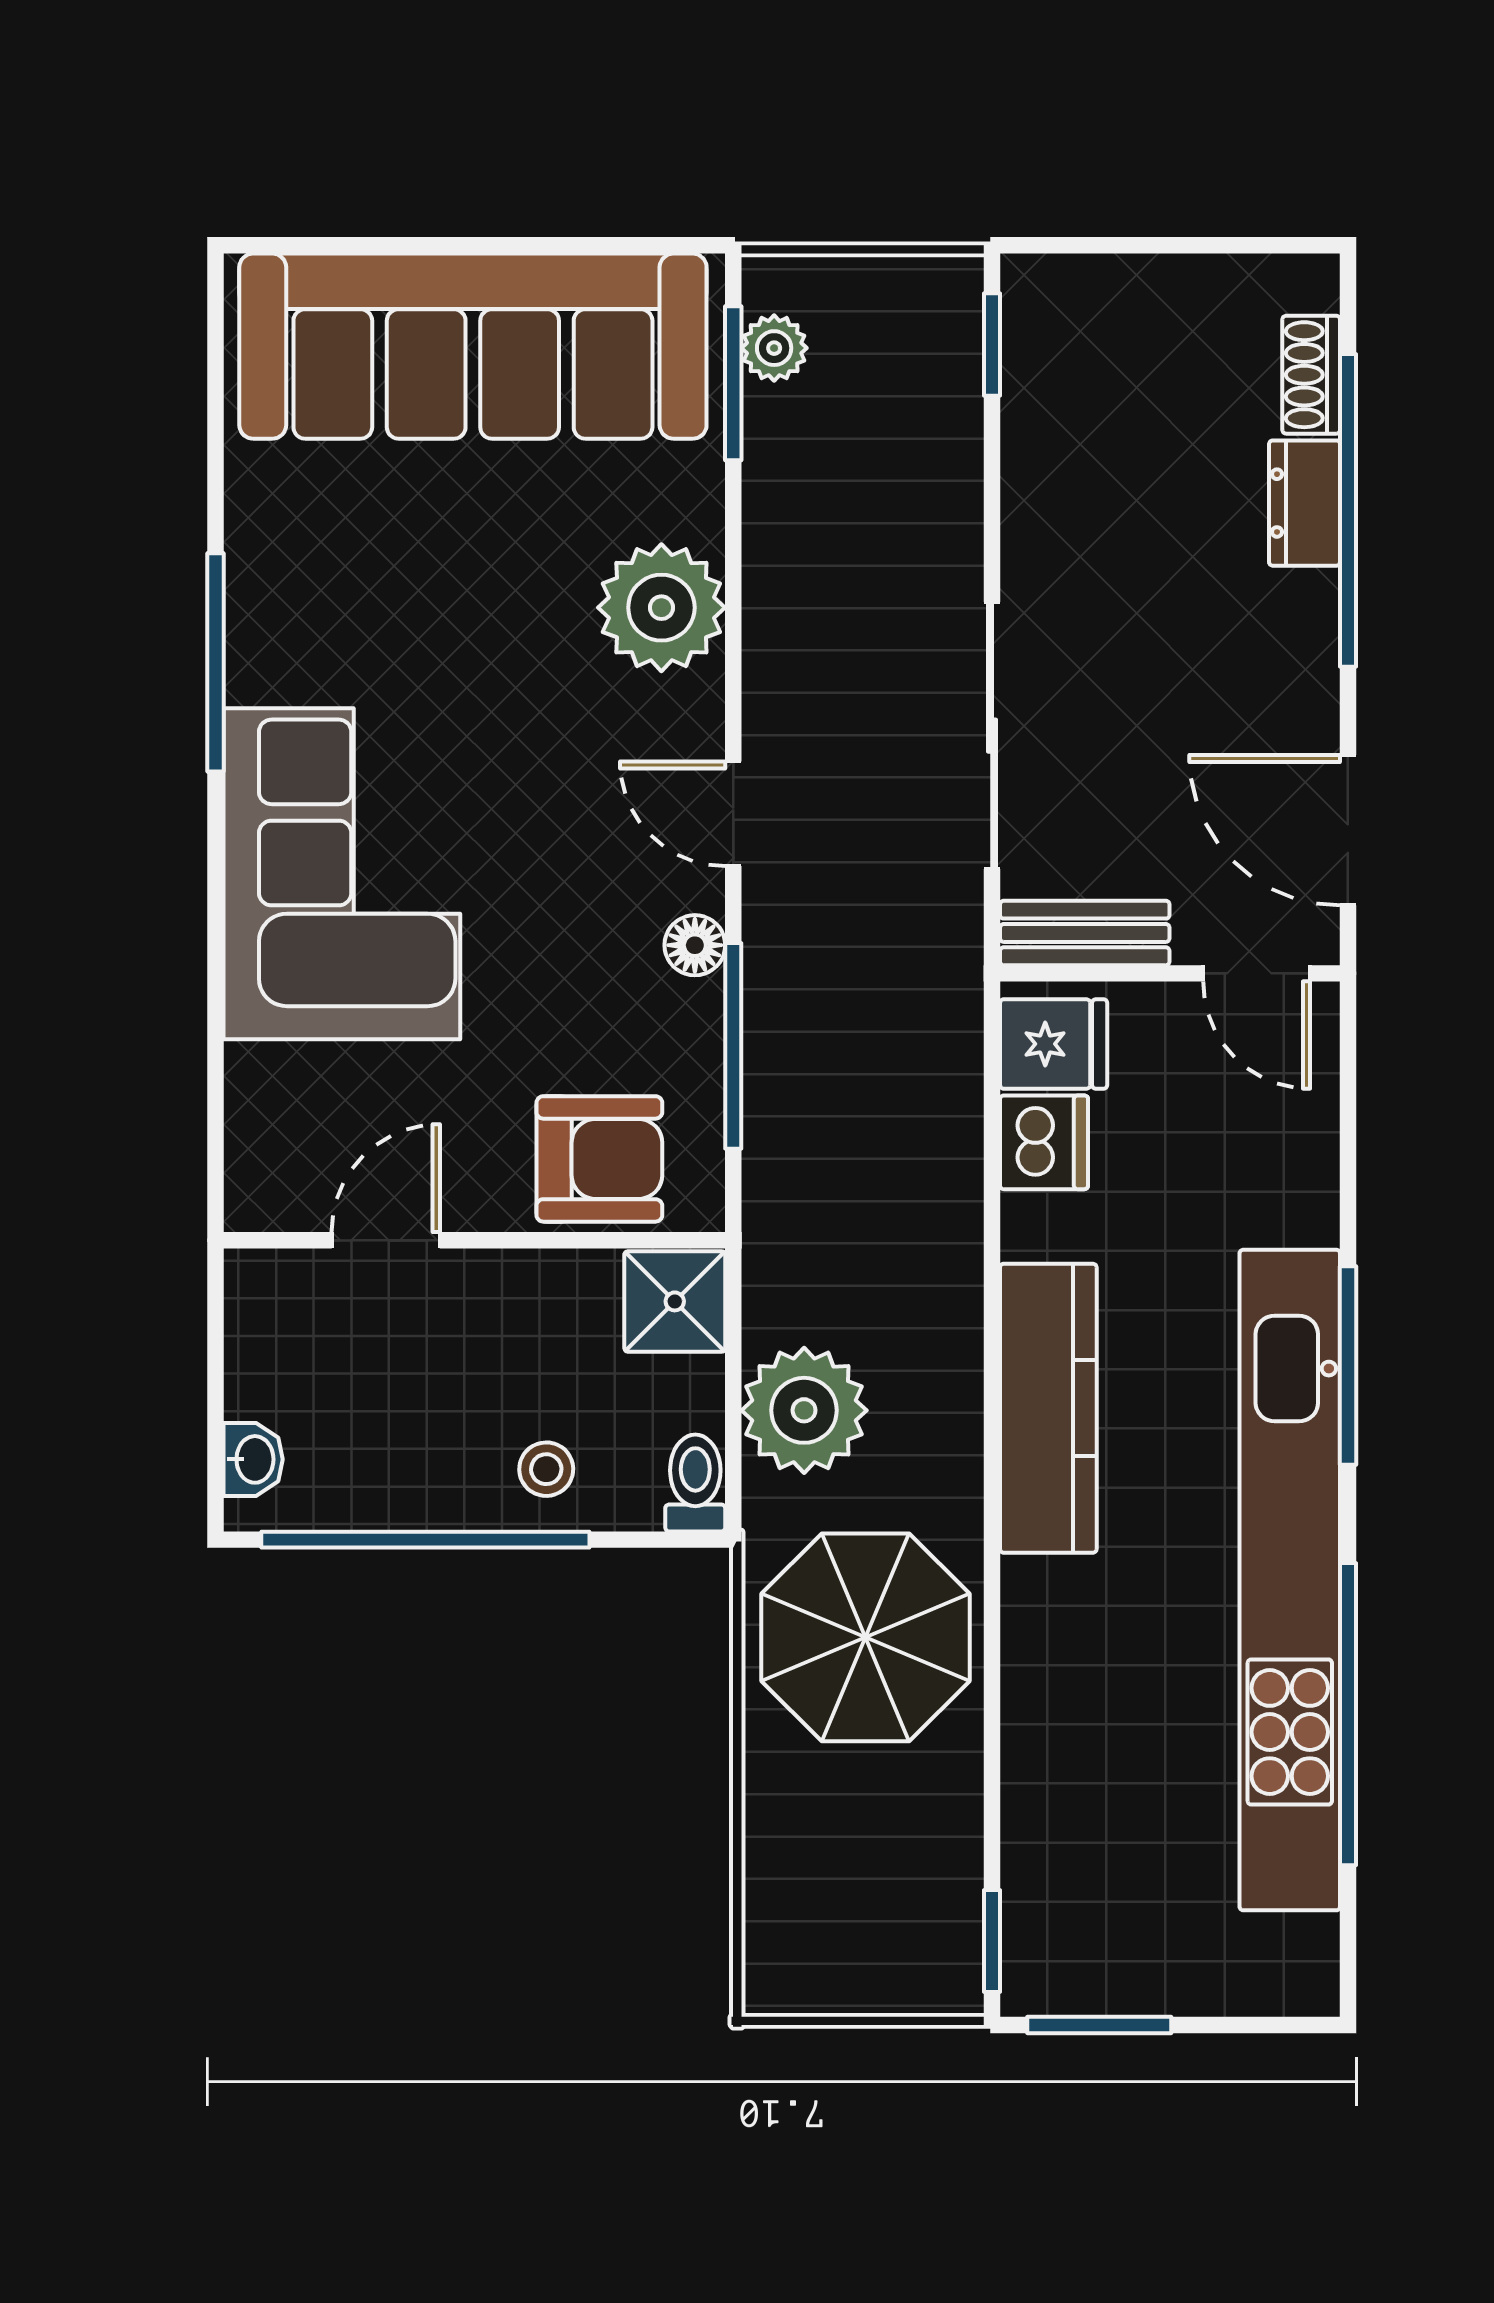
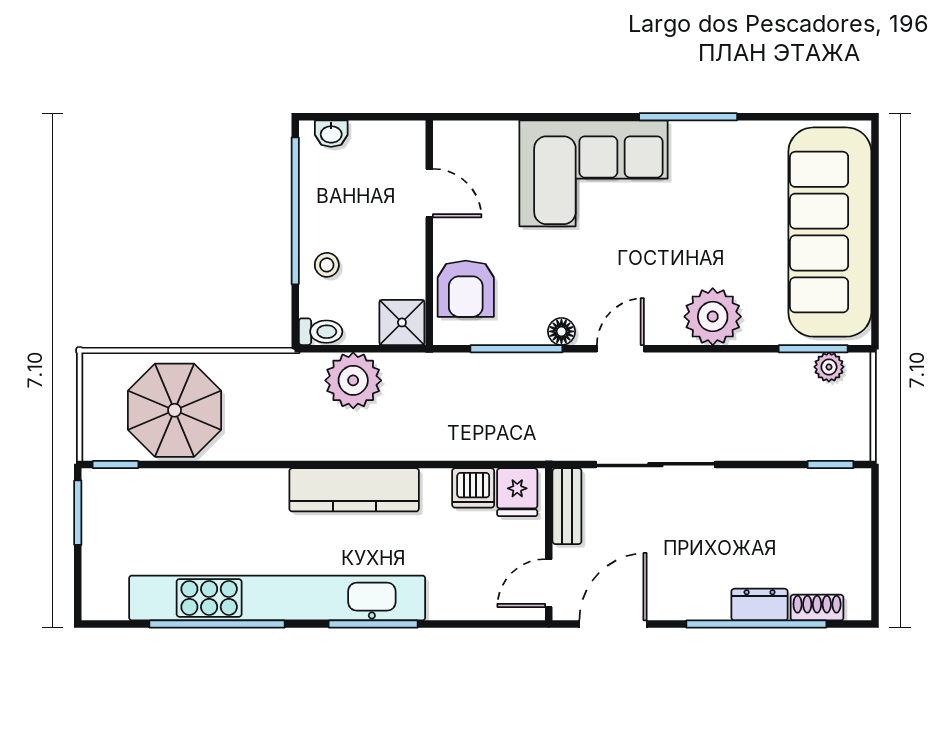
parasol: (866, 1637) -> (175, 410), moved

